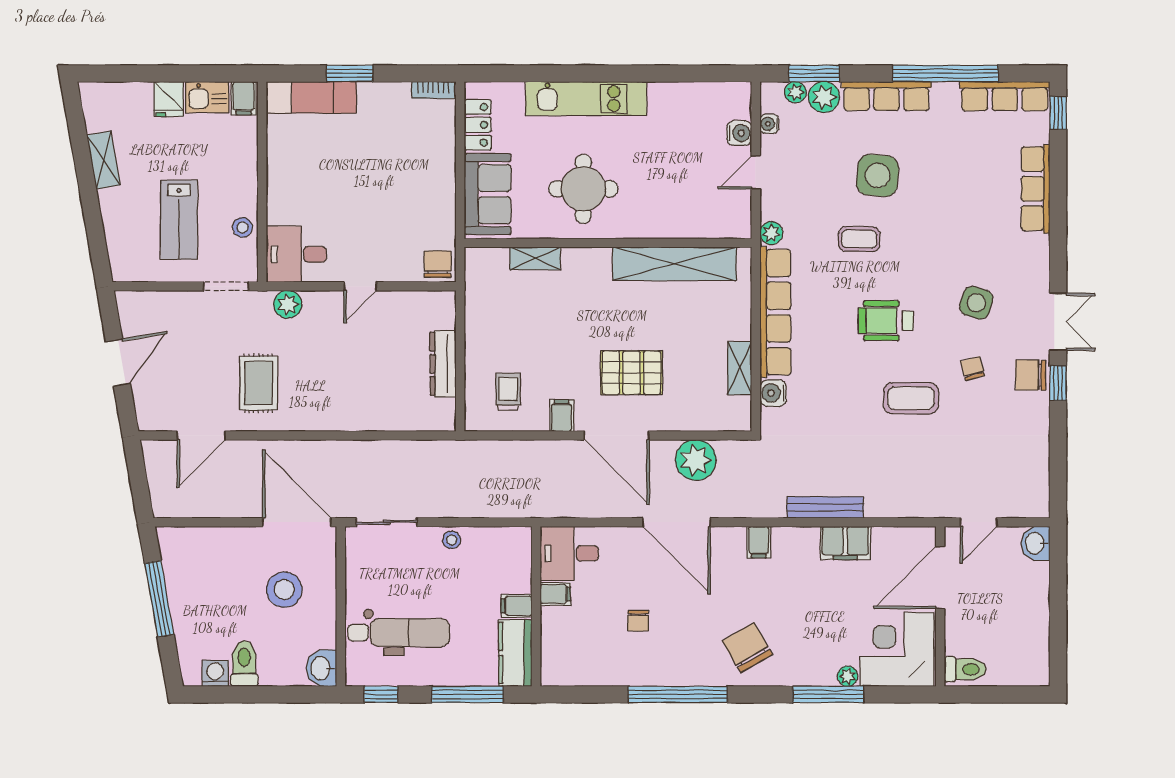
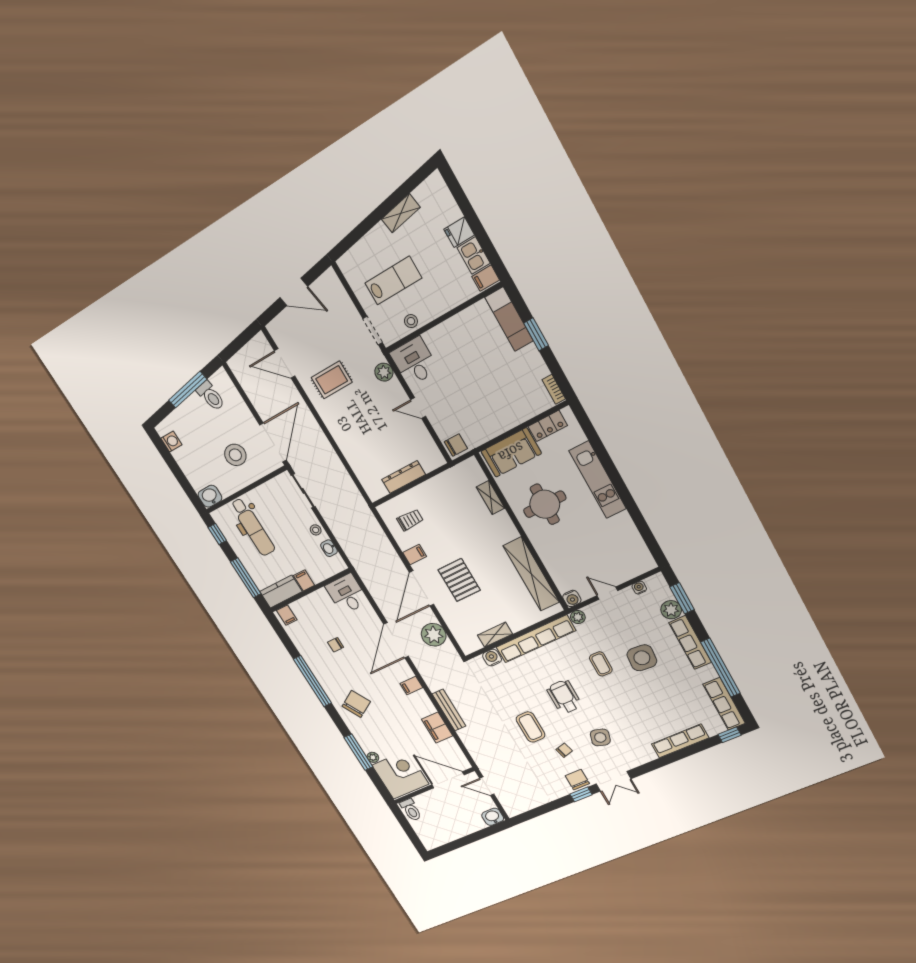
plant: (796, 92) -> (665, 593), removed
water cooler: (739, 133) -> (572, 598), moved
lab bench: (179, 220) -> (393, 281), turned 180
washbasin: (488, 537) -> (329, 548), added
filing cabinet: (555, 594) -> (287, 615), moved
toilet: (244, 663) -> (211, 396), moved, turned 80

